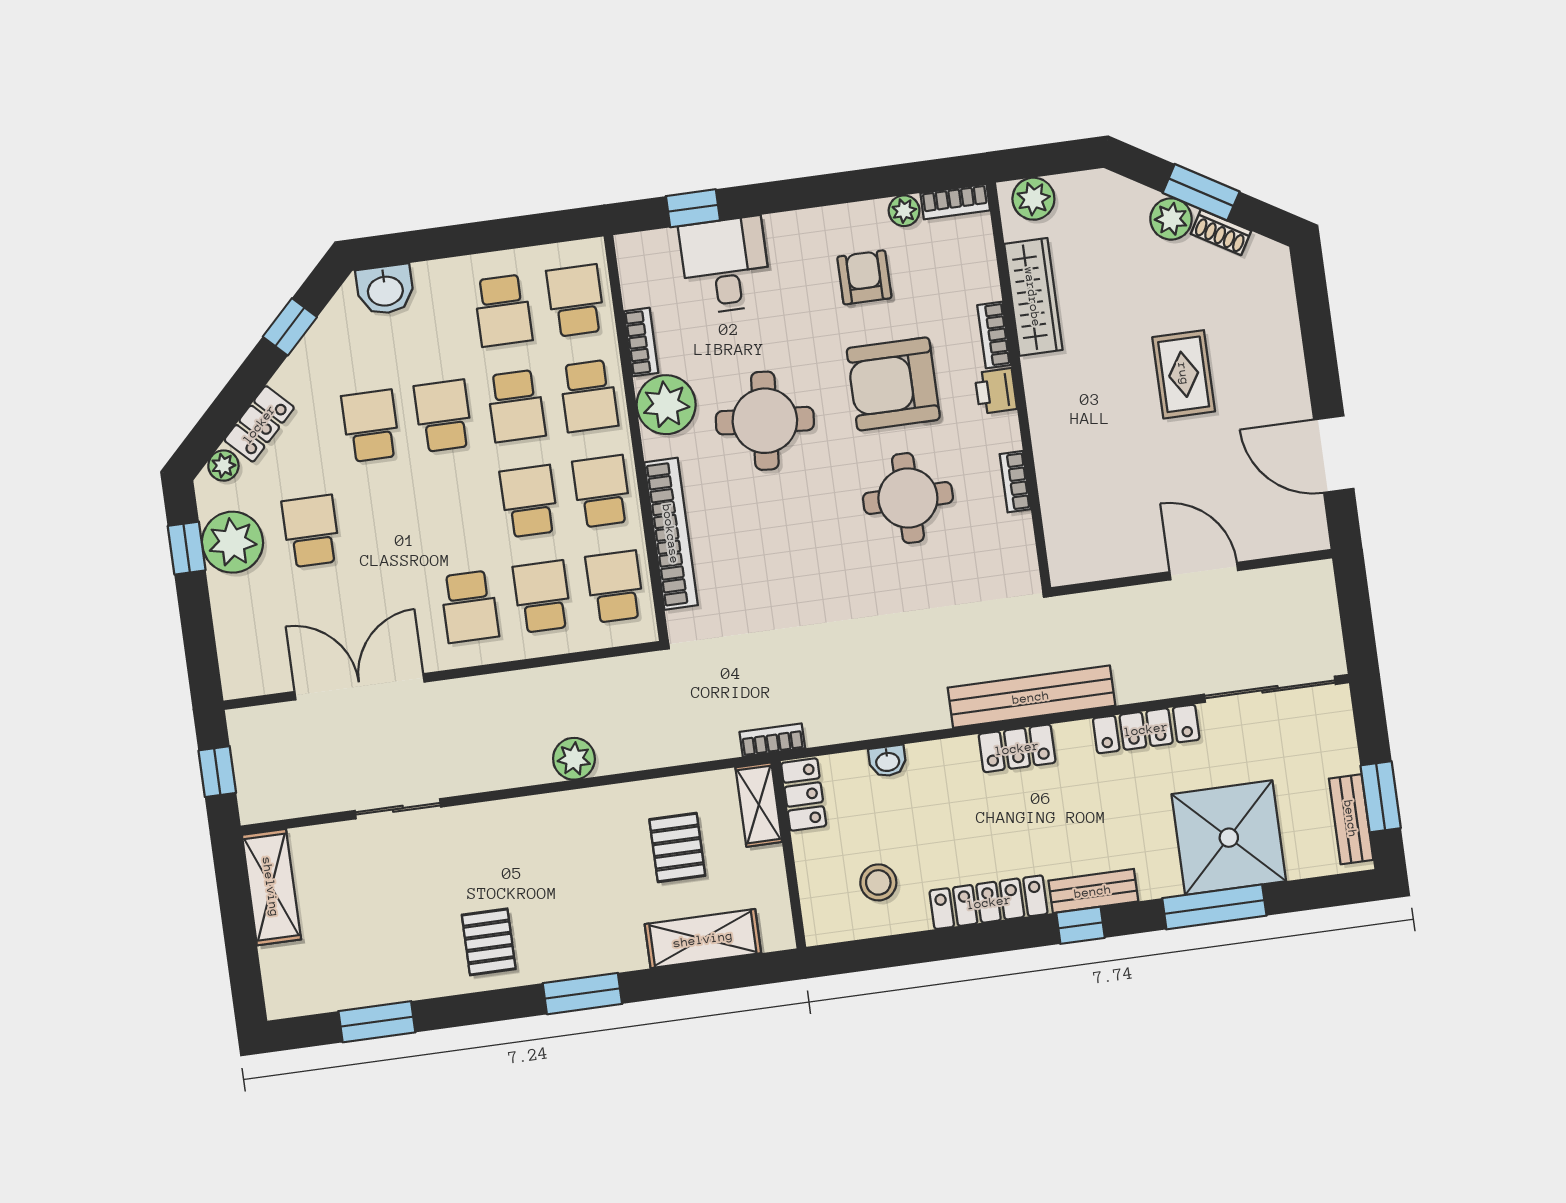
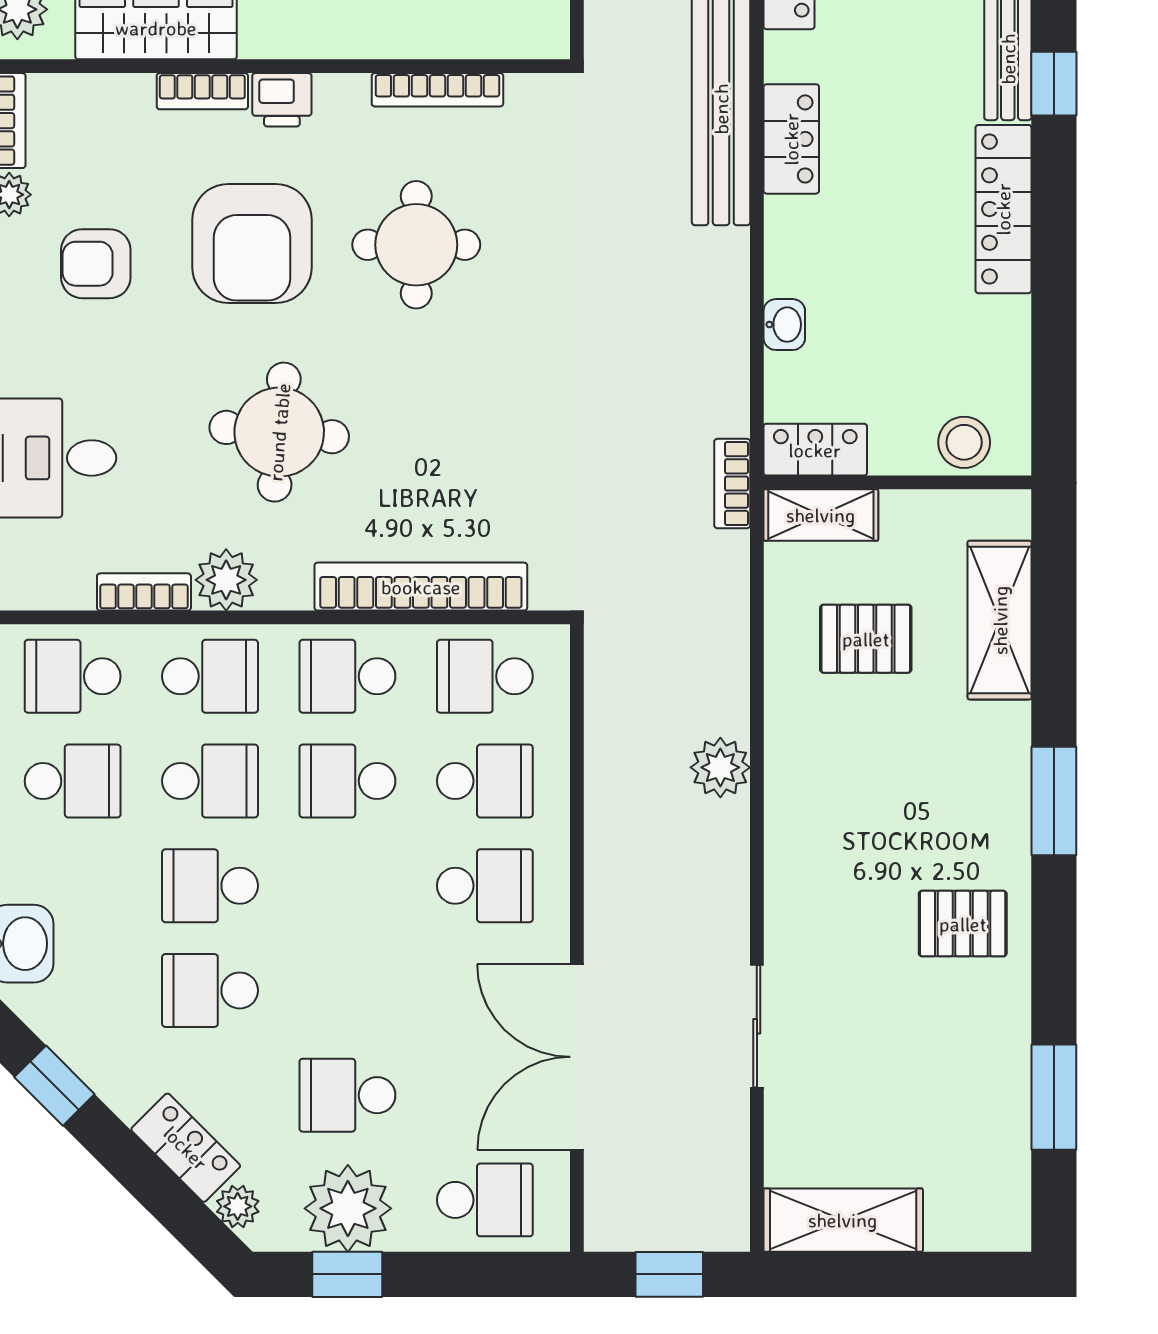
plant: (666, 405) -> (226, 580), width x0.73, depth x0.73
bookcase: (1015, 482) -> (437, 90), width x1.56
school desk: (542, 597) -> (485, 781), turned 180
school desk: (251, 636) -> (485, 1200), added
stool: (878, 882) -> (964, 442), moved

